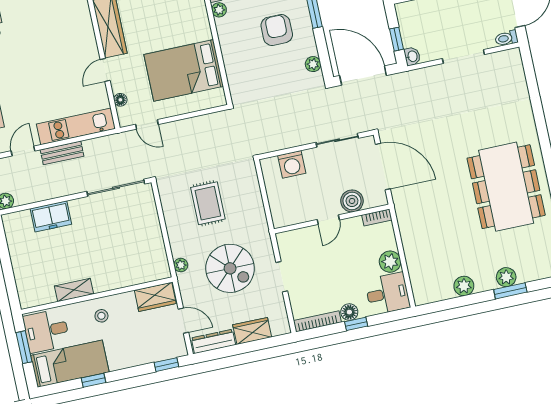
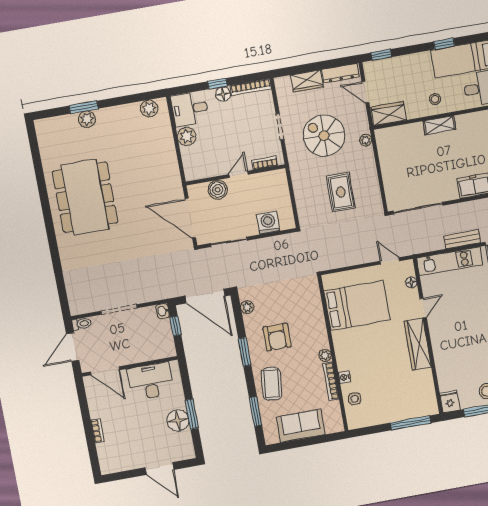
bookcase: (377, 217) -> (265, 163), moved
plant: (464, 286) -> (149, 108), moved
shelving: (74, 290) -> (439, 125), moved

